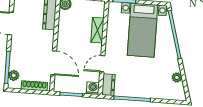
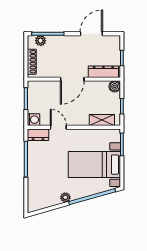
shelving: (97, 30) -> (102, 120), moved
door: (54, 63) -> (72, 79), moved
plant: (177, 77) -> (65, 197), moved

